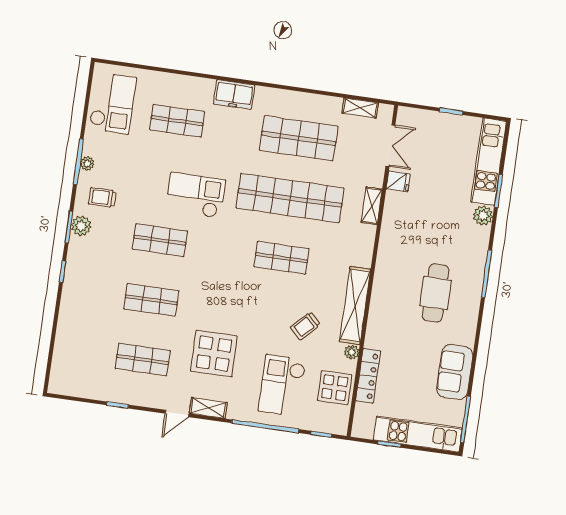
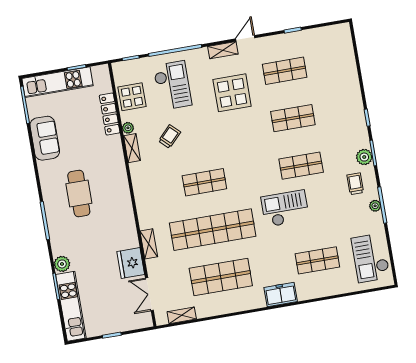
fridge: (398, 181) -> (131, 263), width x1.88, depth x1.34
checkout: (196, 195) -> (285, 208), turned 180
trolley: (102, 198) -> (355, 184), turned -90
shelving: (355, 305) -> (132, 148), width x0.45, depth x0.75

